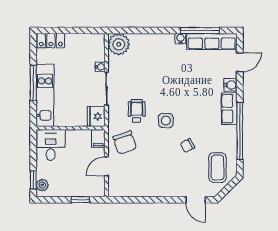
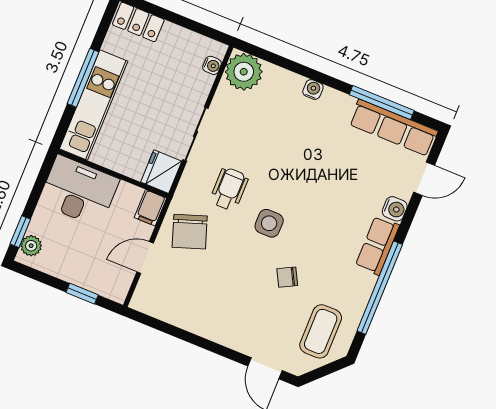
water cooler: (180, 39) -> (313, 89), moved
water cooler: (100, 67) -> (212, 65), moved
desk: (51, 145) -> (79, 191), width x1.37

